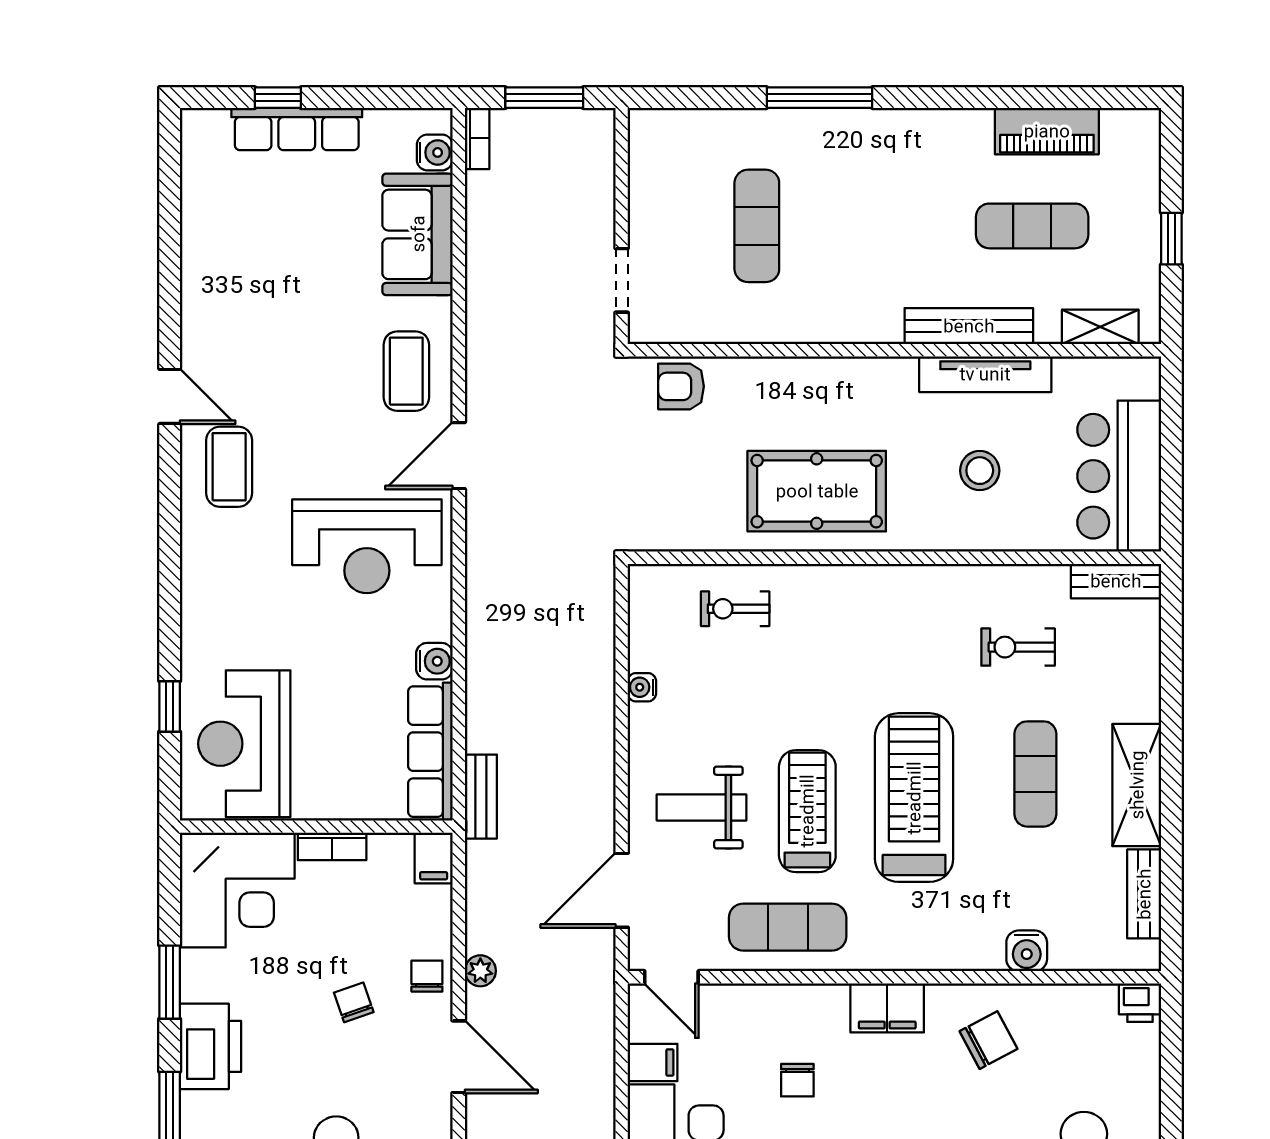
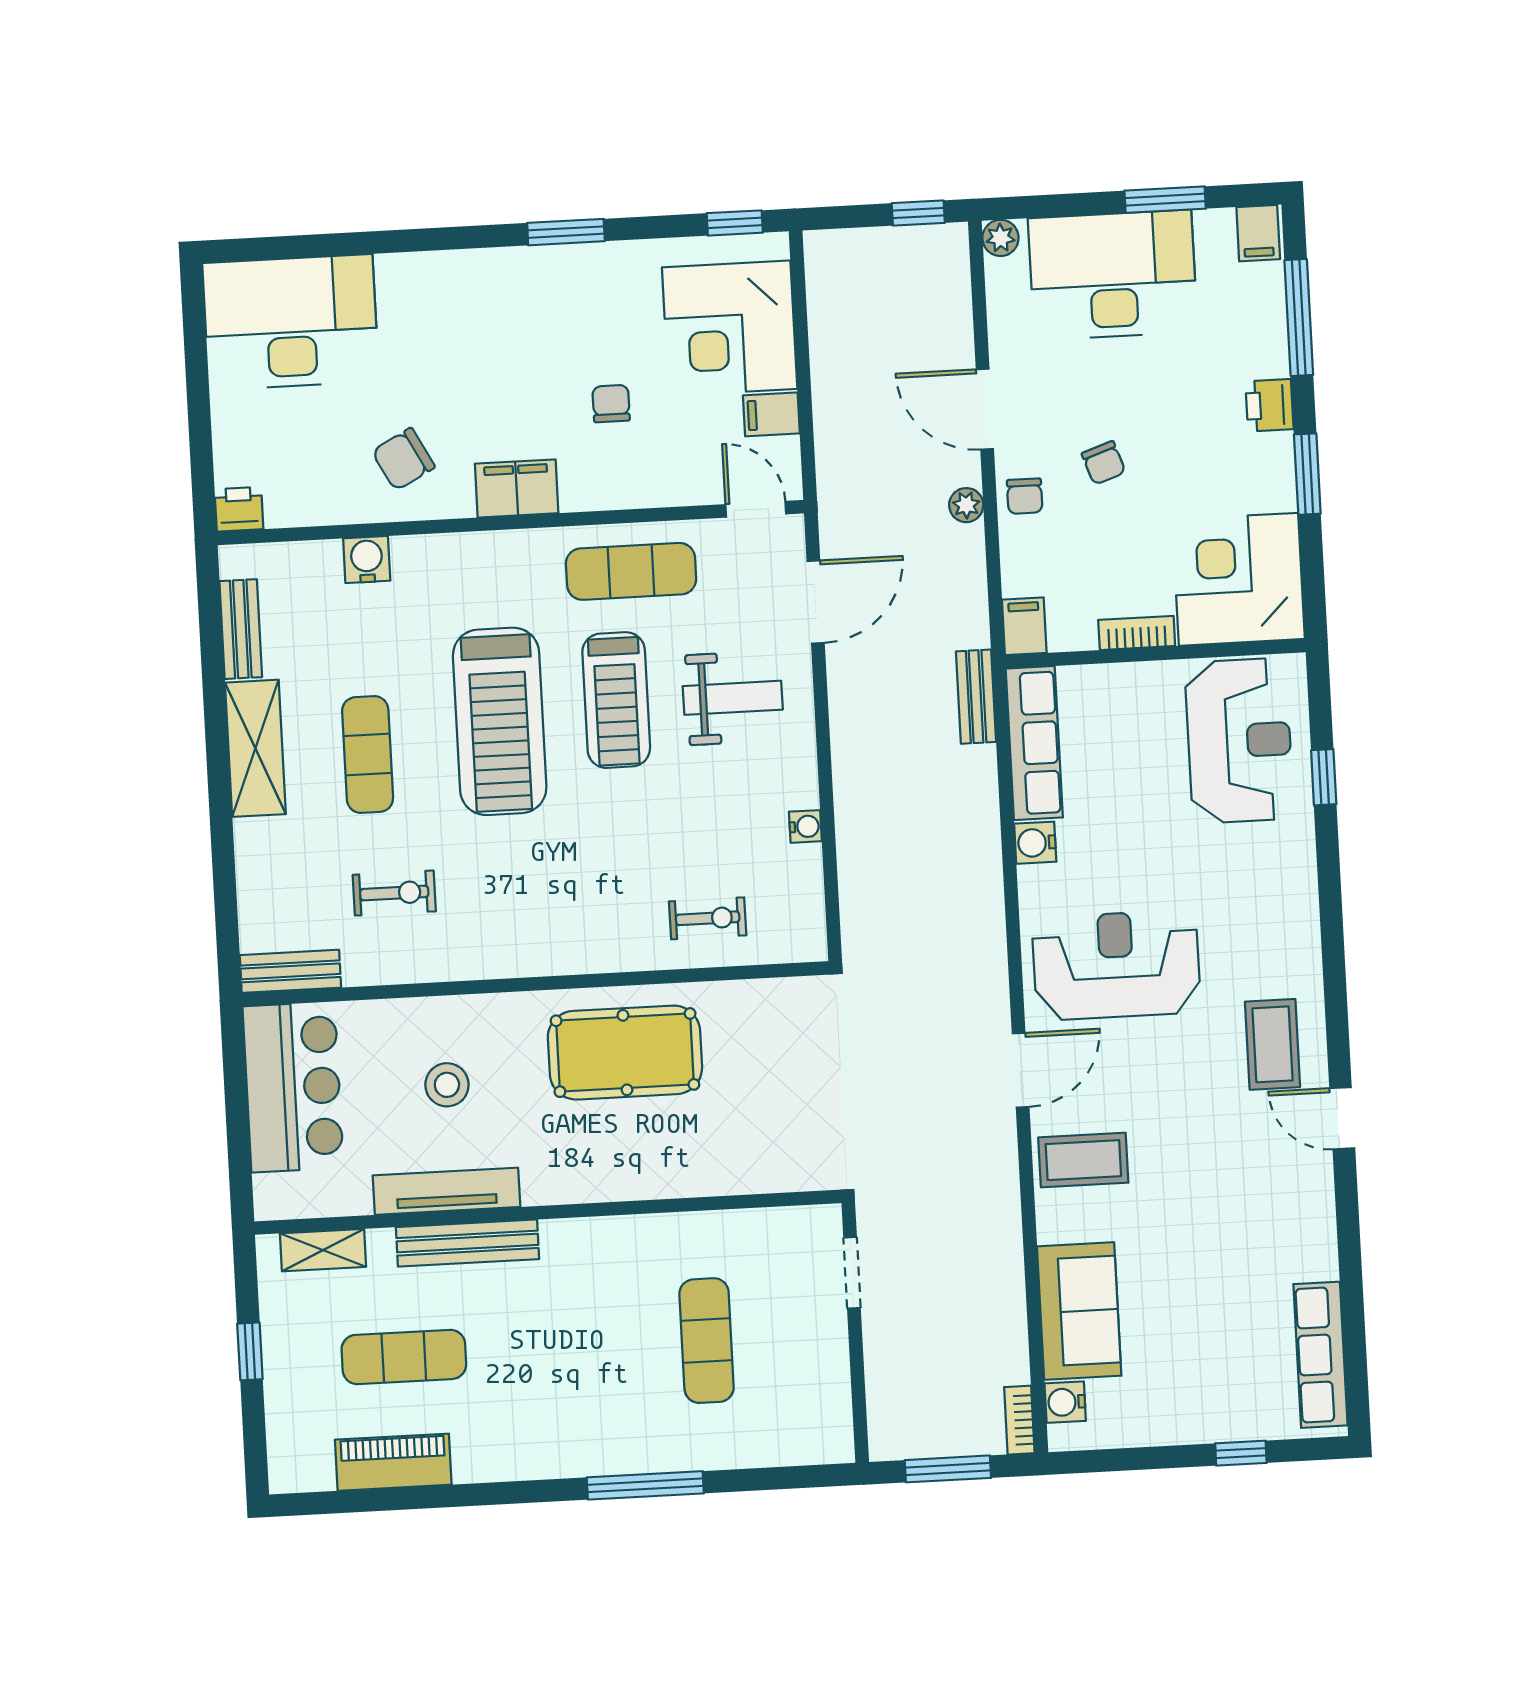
row of seats: (297, 129) -> (1320, 1355), moved, turned -90
coffee table: (406, 371) -> (1083, 1160), turned 90
armchair: (681, 386) -> (780, 1160), removed
printer: (210, 1046) -> (1269, 405), width x0.53, depth x0.68

